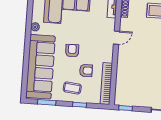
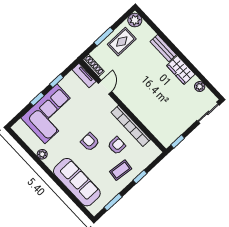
door: (116, 38) -> (105, 87), moved
sofa: (40, 67) -> (77, 182), width x0.74, depth x0.79
bookcase: (106, 84) -> (131, 126), moved

